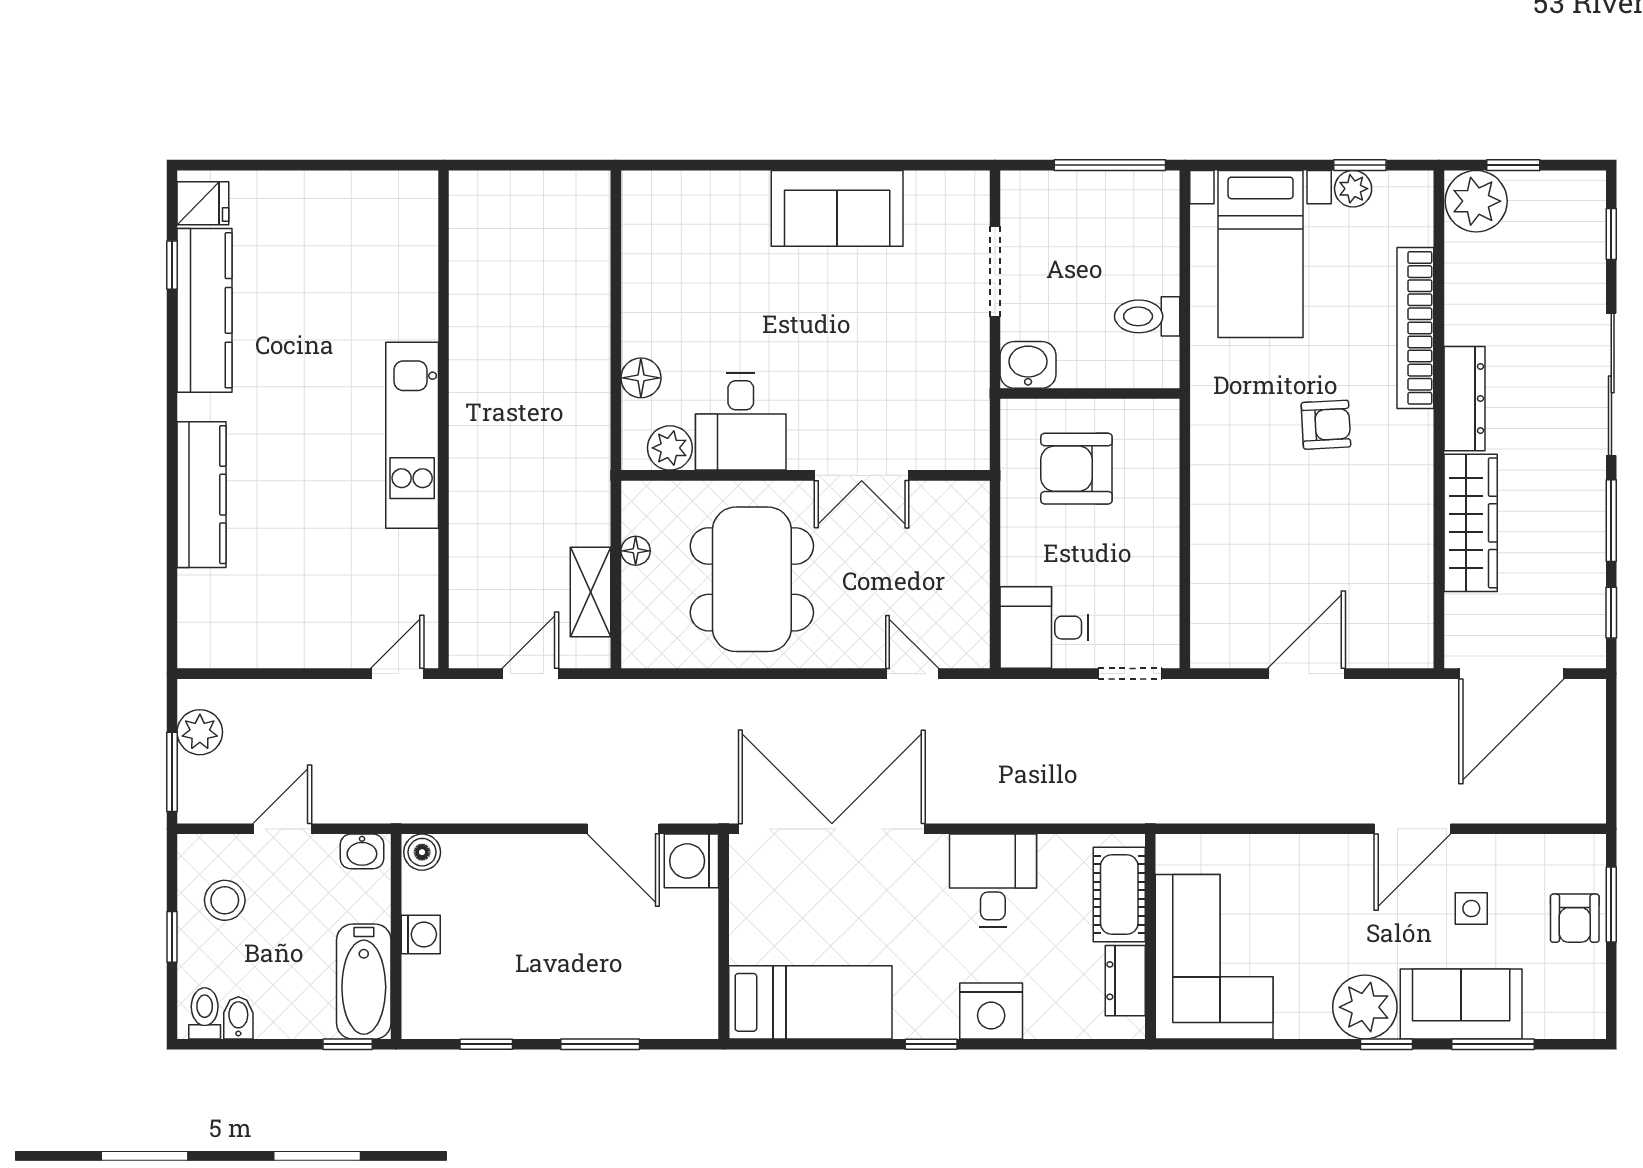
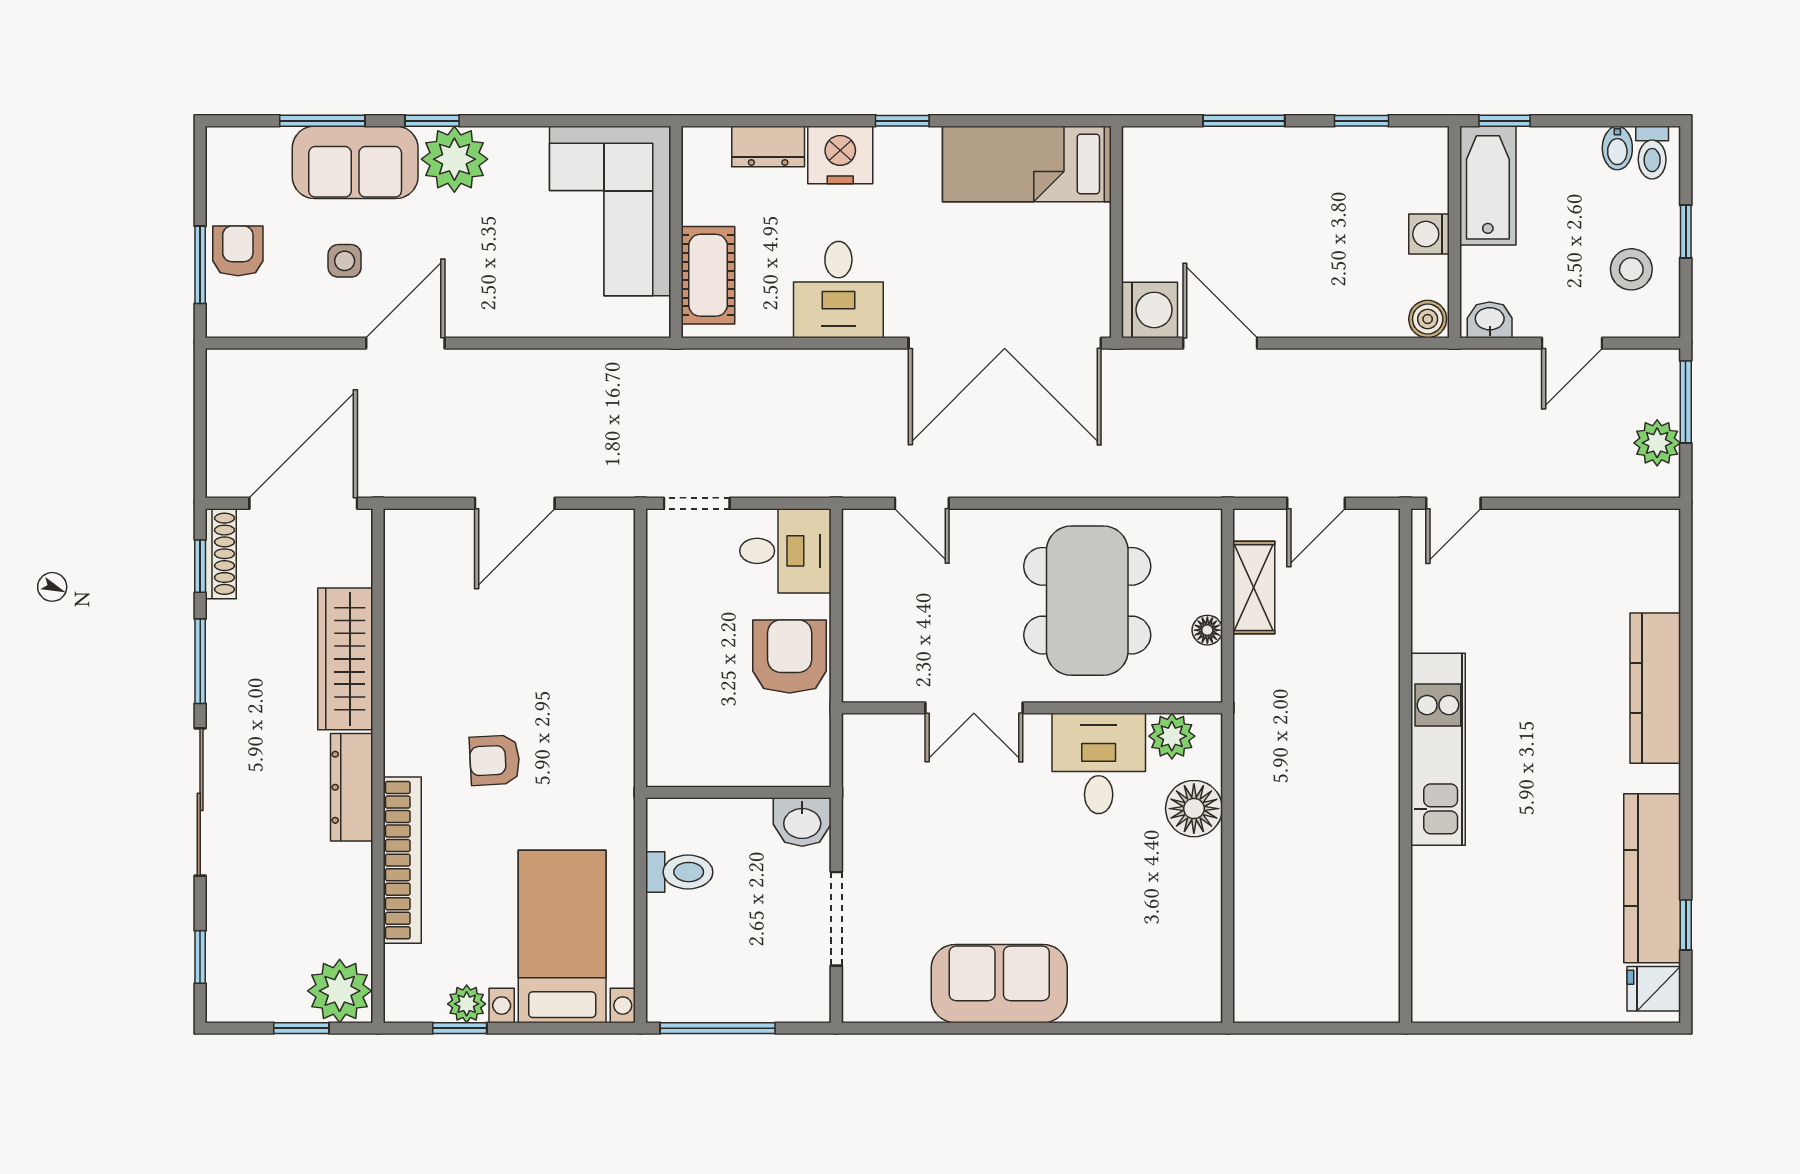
floor lamp: (641, 378) -> (1194, 809), width x1.38, depth x1.38
armchair: (1076, 469) -> (790, 656), moved, turned -90
double door: (862, 475) -> (974, 708), swing flipped
shoe rack: (1591, 625) -> (221, 554), added
dresser: (1125, 981) -> (768, 147), moved, turned 90

